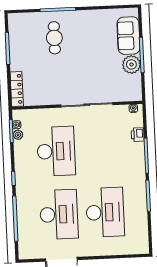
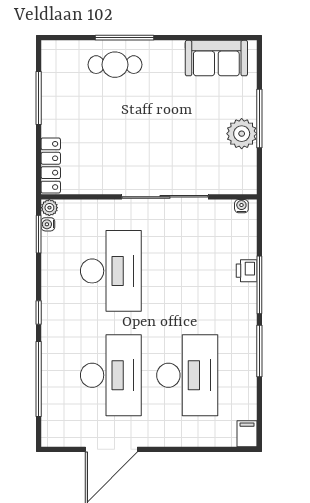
sofa: (128, 36) -> (216, 58), moved, turned -90
cafe table: (54, 38) -> (115, 65), moved, turned 90
plant: (18, 135) -> (49, 208), moved
printer: (138, 135) -> (247, 271), moved
filing cabinet: (143, 246) -> (247, 434), added

